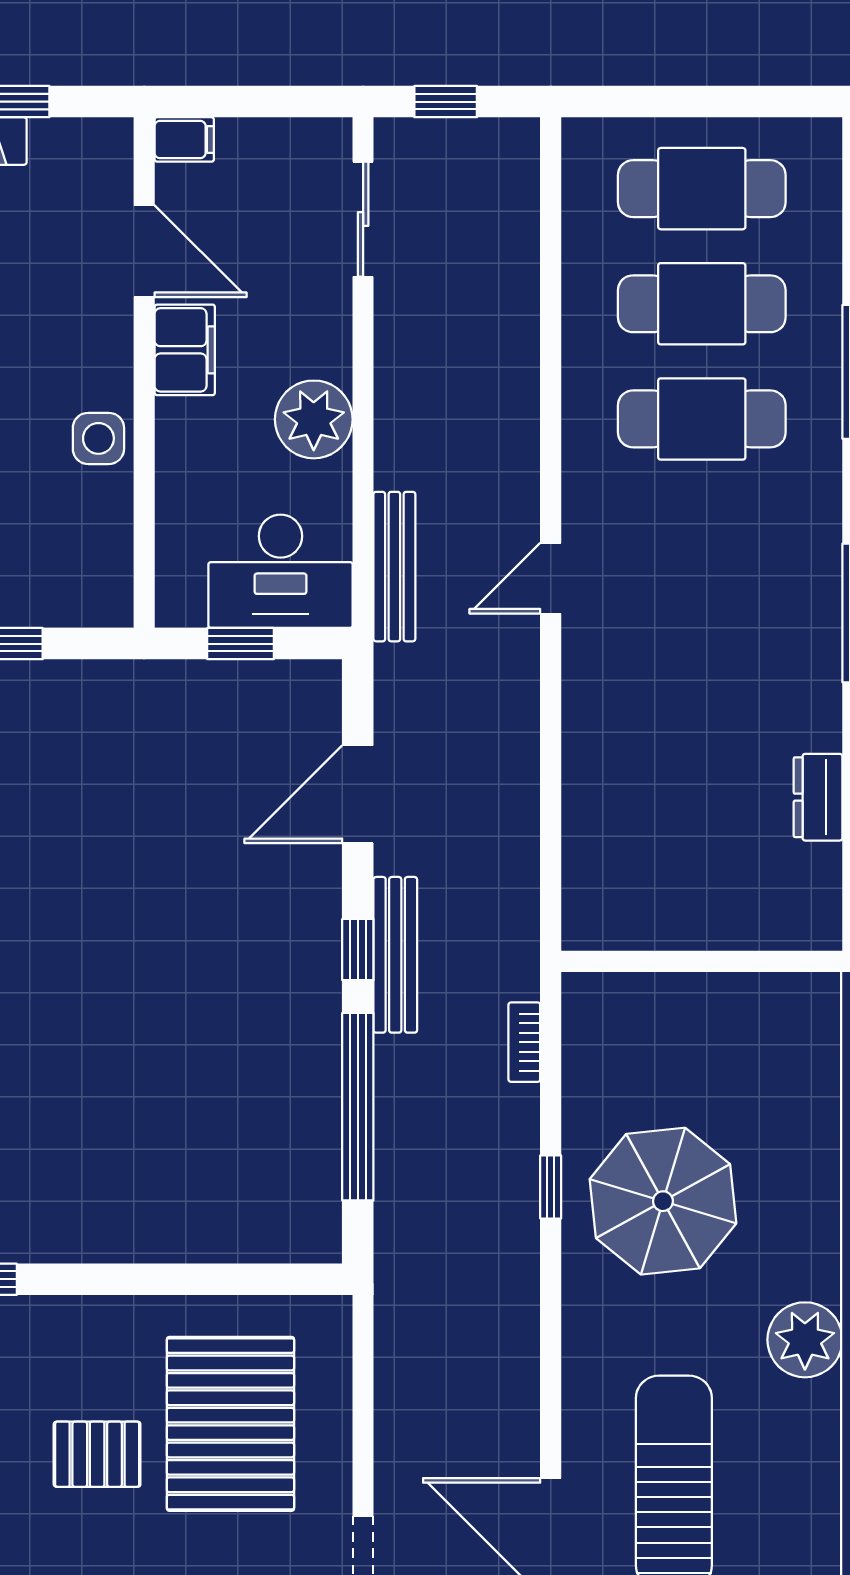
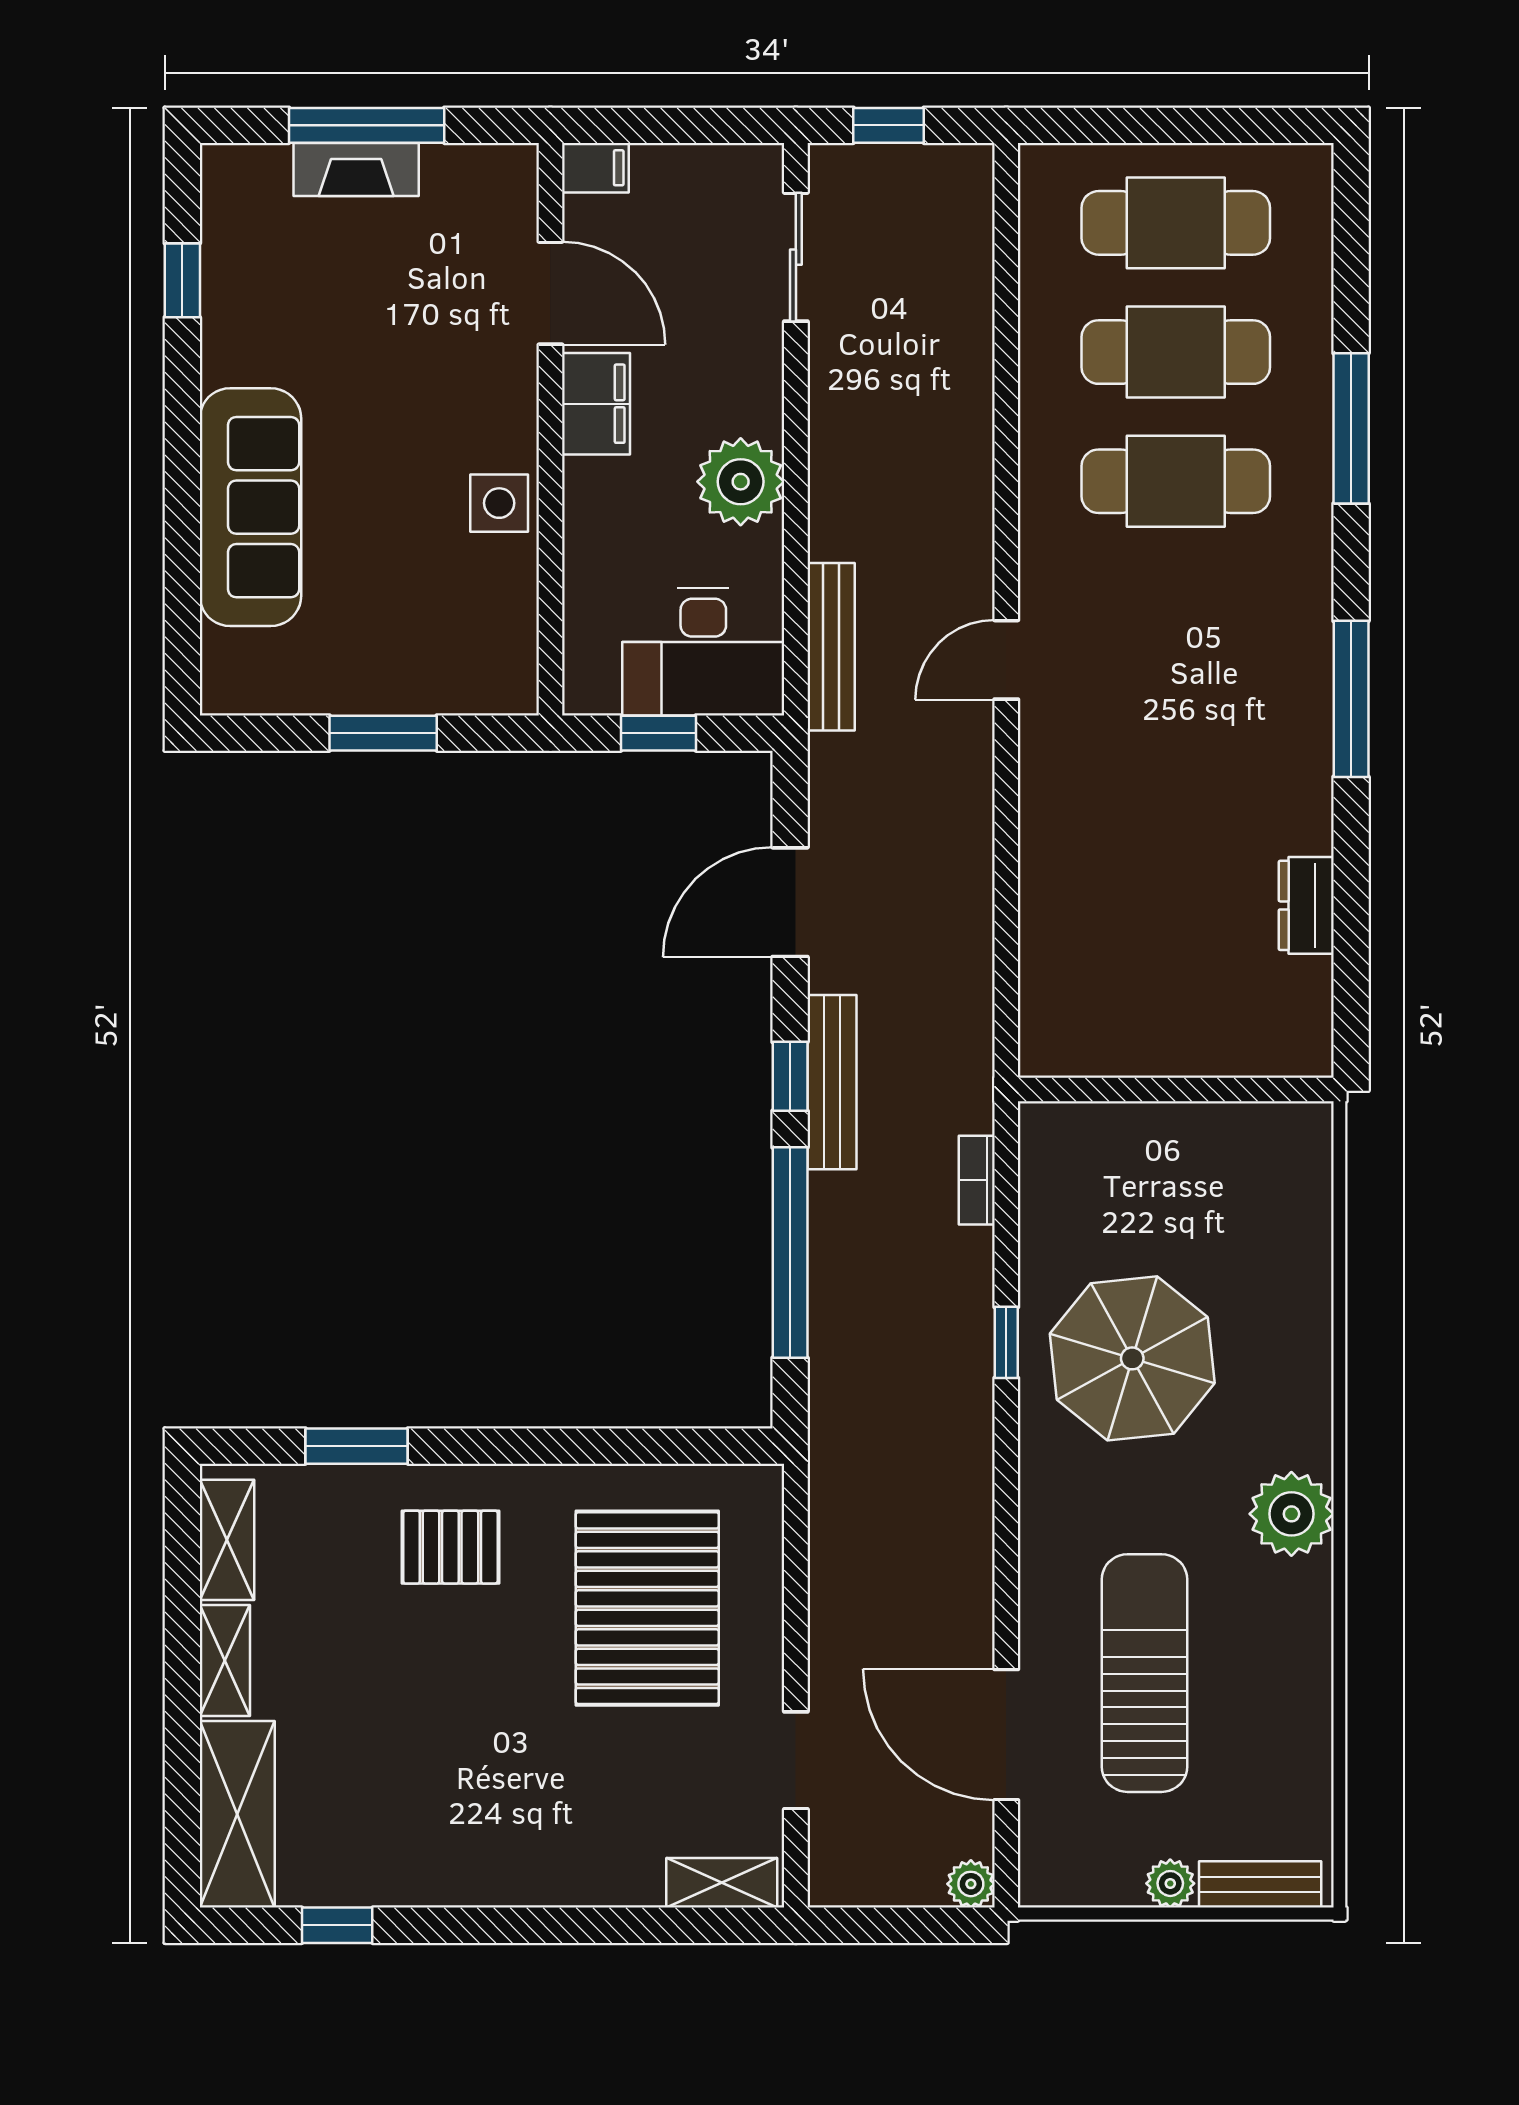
pallet: (97, 1454) -> (450, 1547), moved

